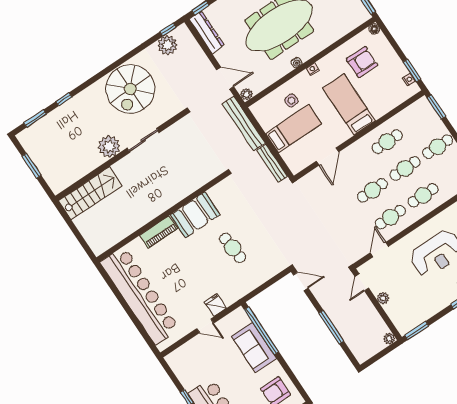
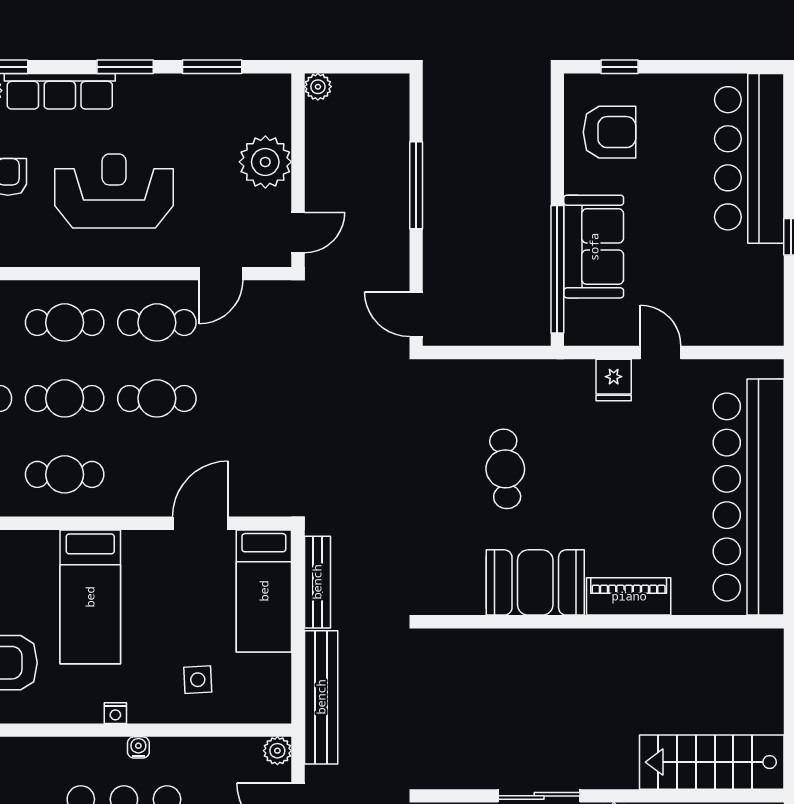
bed: (294, 129) -> (264, 591), moved, turned -90
plant: (383, 298) -> (265, 162), width x1.87, depth x1.87
window: (417, 331) -> (212, 67), moved

